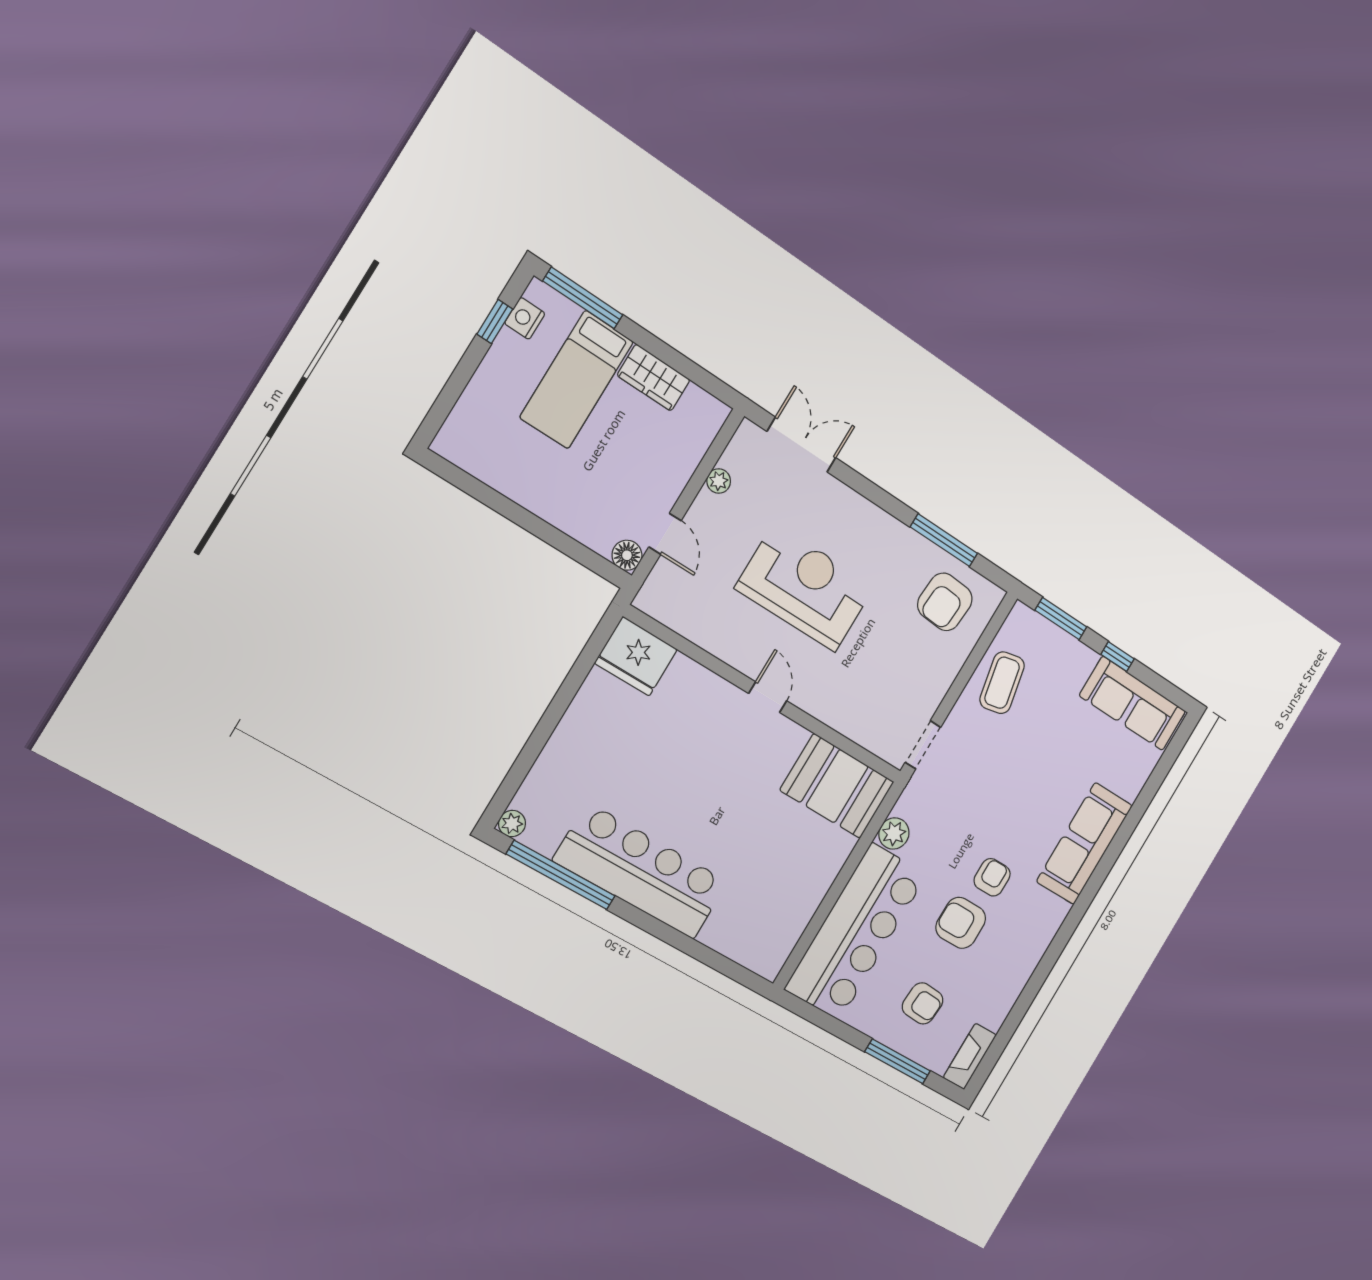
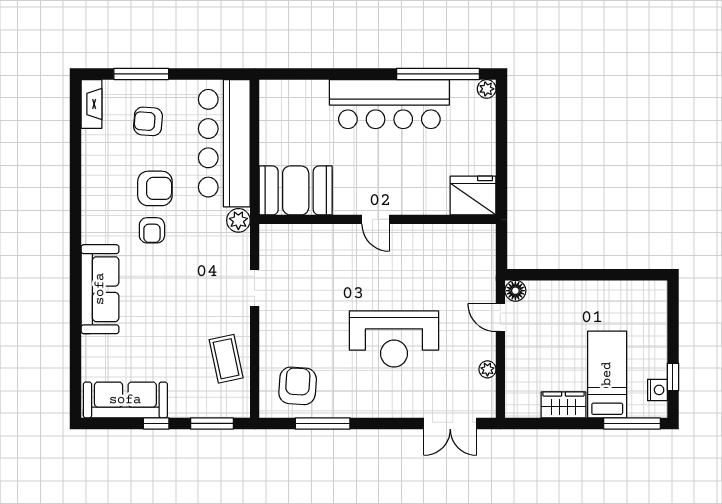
fridge: (636, 656) -> (473, 195), moved
wall: (765, 696) -> (378, 219), moved
door: (768, 697) -> (376, 219), moved
booth: (837, 786) -> (296, 190), moved

